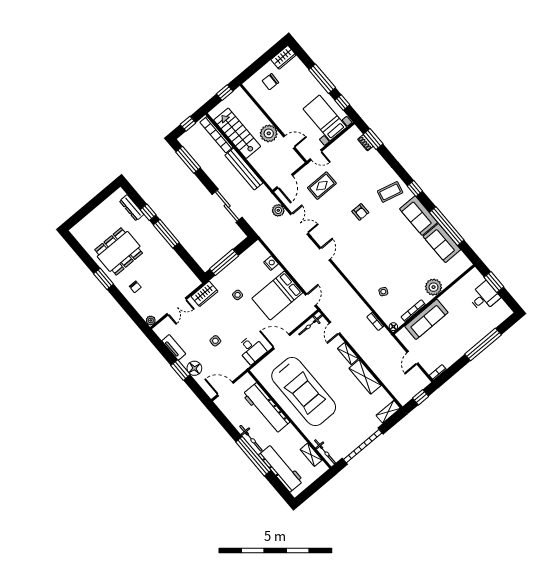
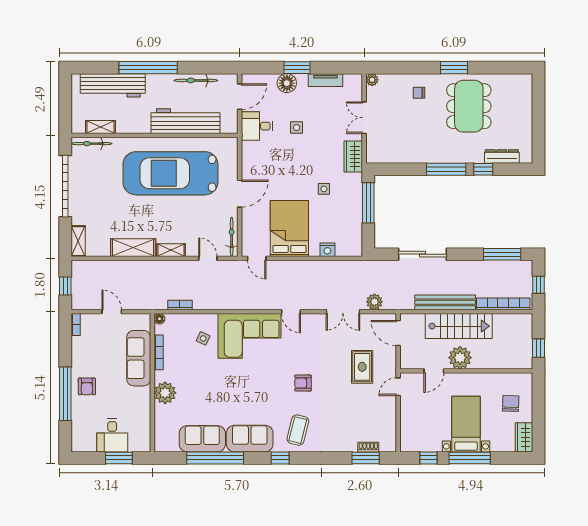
bed with nightstands: (325, 118) -> (466, 424), moved, turned -90
stairs: (237, 133) -> (459, 326), moved
corner sofa: (359, 266) -> (250, 336), added
armchair: (468, 336) -> (87, 386), added
desk: (252, 350) -> (257, 126), moved
bicycle: (251, 438) -> (196, 80), moved

